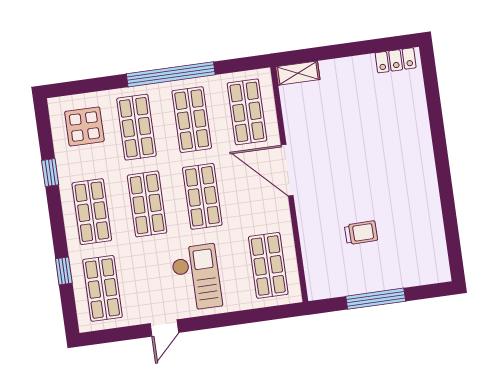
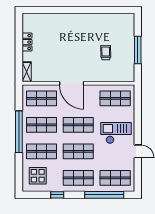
locker: (396, 60) -> (27, 42), moved
door: (287, 170) -> (72, 83), hinge flipped
window: (64, 271) -> (104, 195), width x3.17

